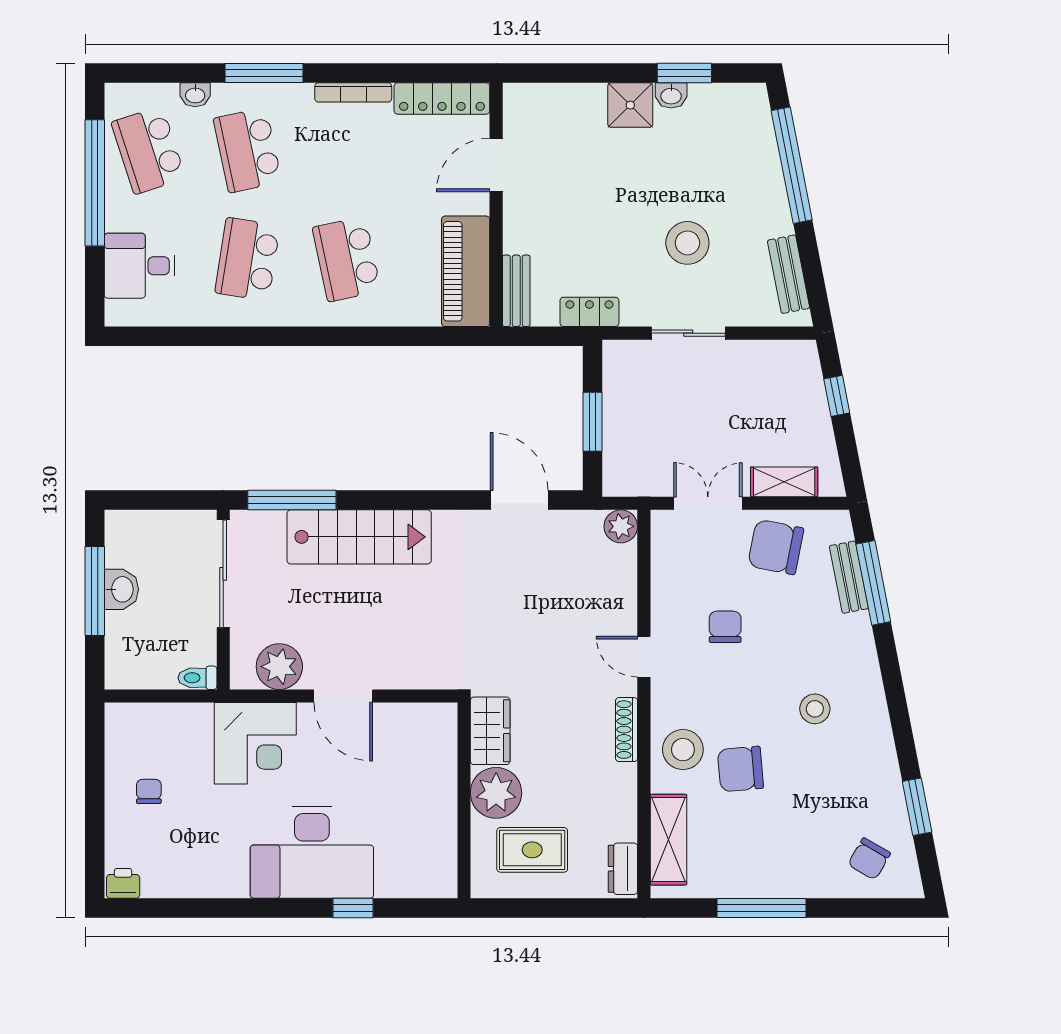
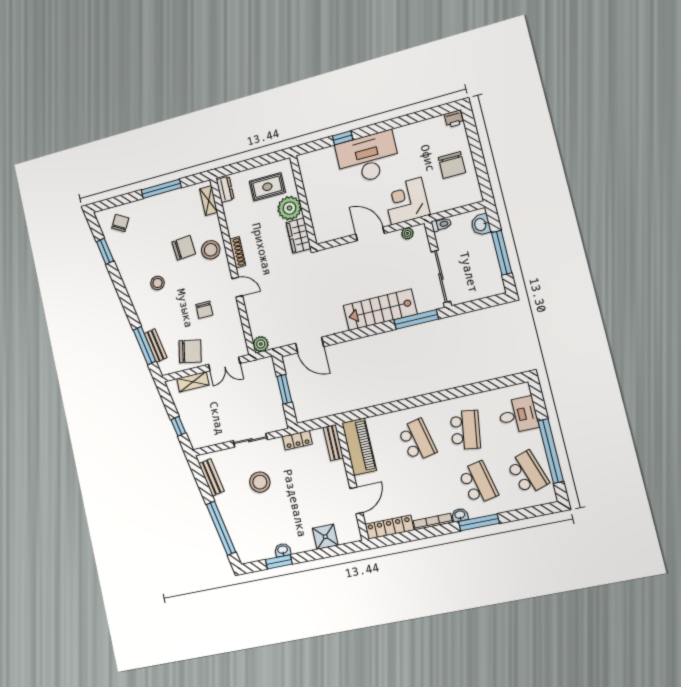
washbasin: (195, 95) -> (460, 515), moved
shower: (630, 105) -> (325, 537), moved
washbasin: (121, 589) -> (481, 225), moved
plant: (279, 667) -> (407, 233), width x0.53, depth x0.53
chair: (149, 791) -> (452, 165), width x1.87, depth x1.87
shelving: (668, 840) -> (209, 201), width x0.67, depth x0.75

